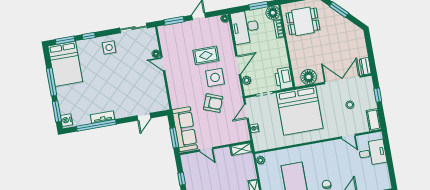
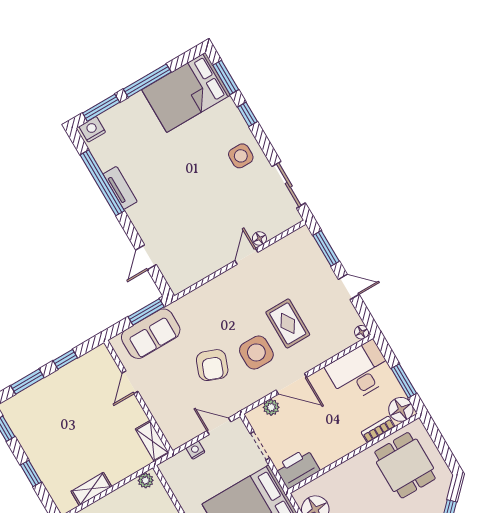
door: (144, 117) -> (146, 257), hinge flipped
sofa: (185, 129) -> (151, 334), width x0.73
window: (174, 138) -> (146, 312), moved

